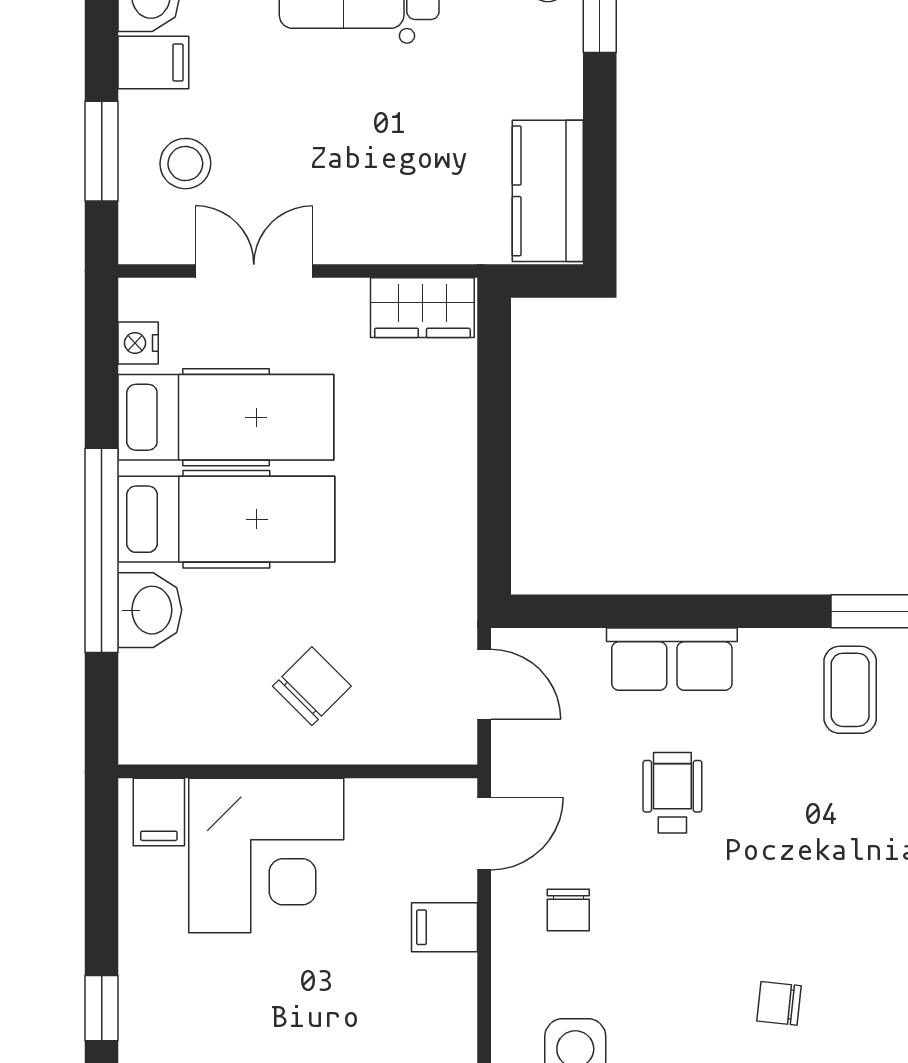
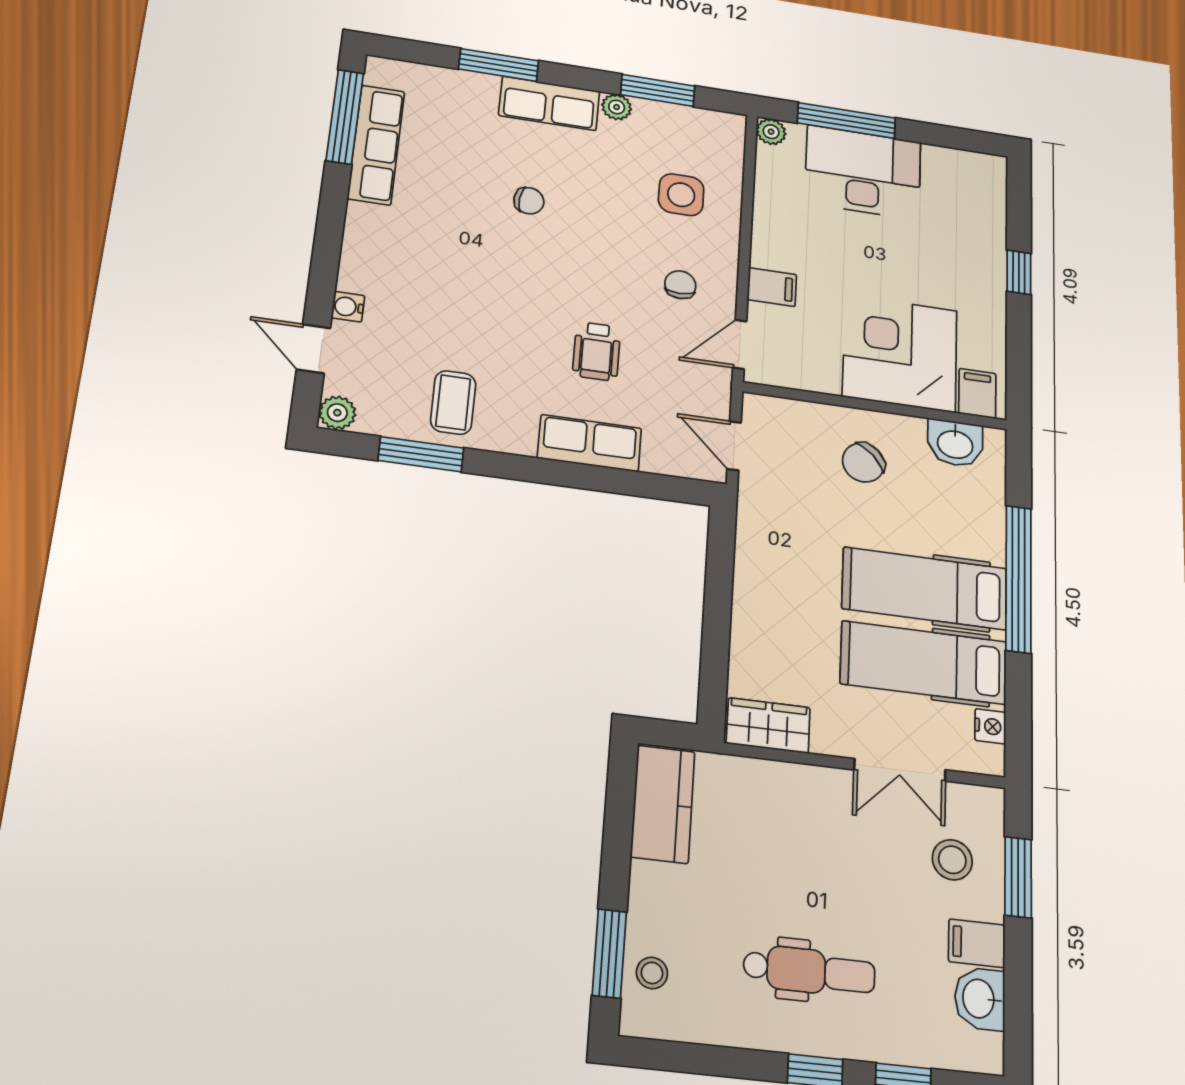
washbasin: (150, 610) -> (955, 443), moved, turned -90

